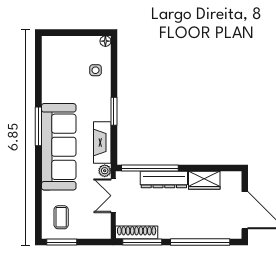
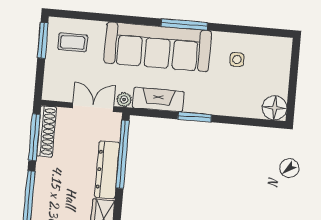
floor lamp: (105, 41) -> (275, 108), width x1.89, depth x1.89
side table: (95, 70) -> (237, 60), moved

